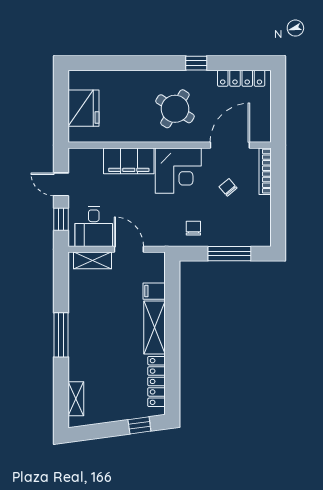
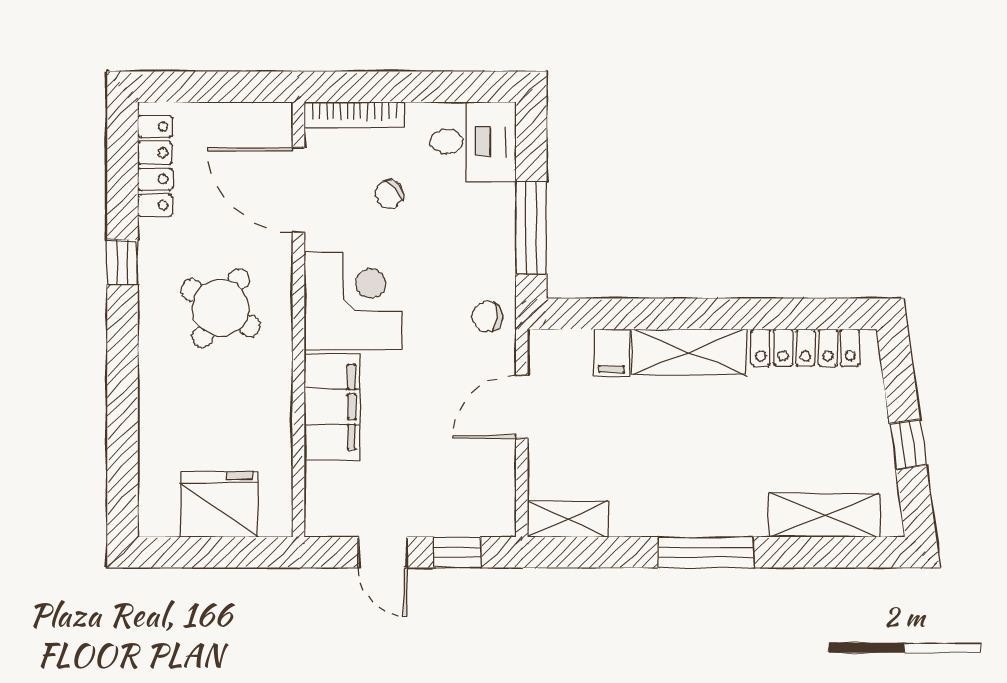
door: (61, 184) -> (383, 552), hinge flipped
desk: (94, 227) -> (473, 142), moved
chair: (193, 228) -> (487, 317), moved
window: (229, 254) -> (531, 228), moved
shelving: (92, 260) -> (568, 519), moved, turned 90
shelving: (76, 399) -> (824, 515), width x1.50, depth x1.33
window: (139, 425) -> (908, 444), moved

